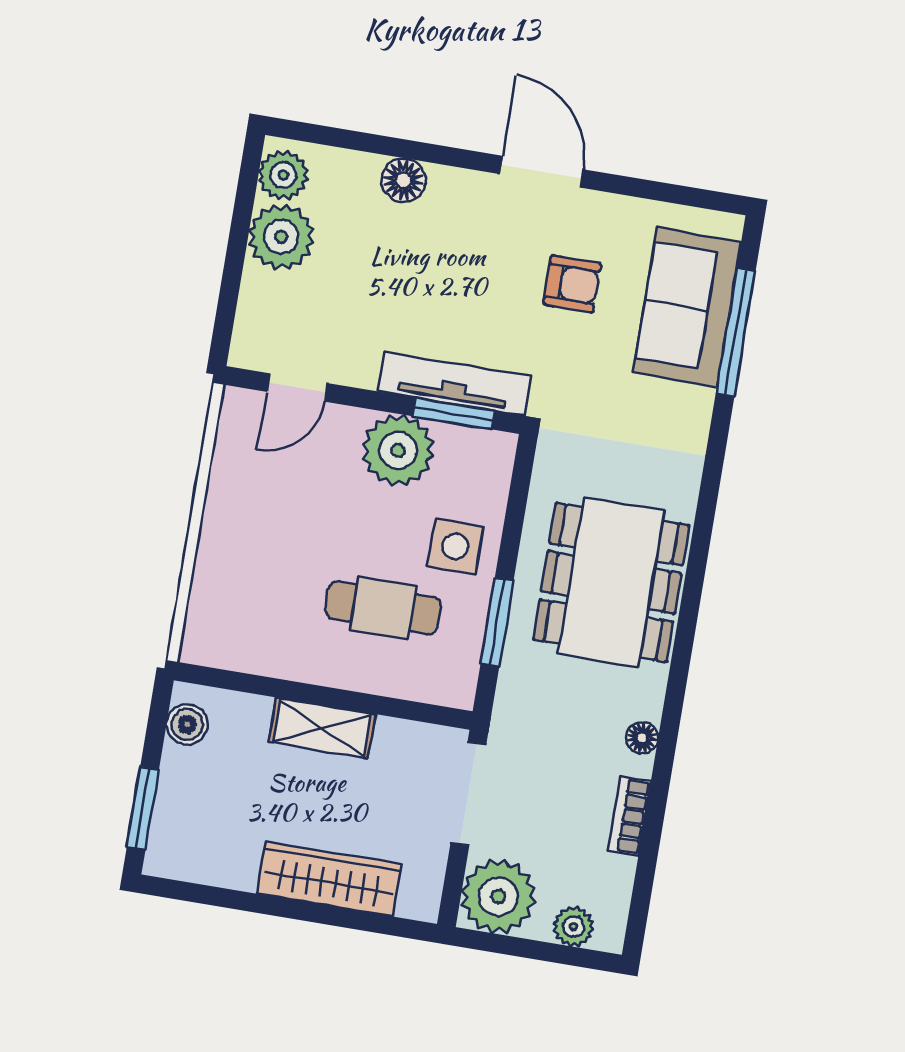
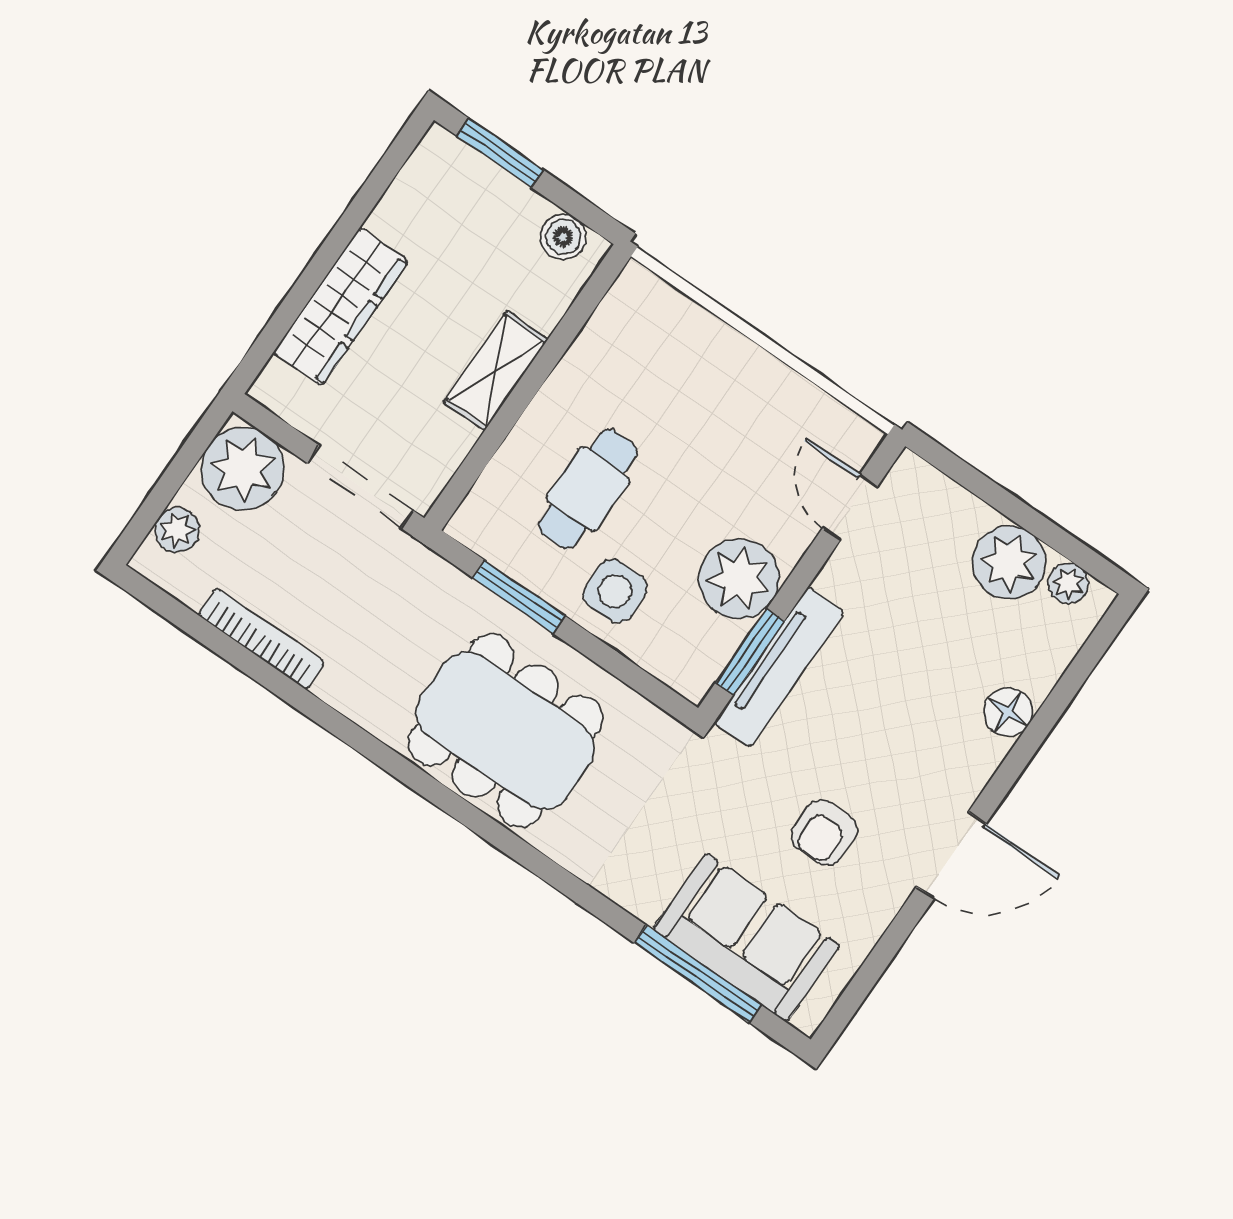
plant: (283, 175) -> (1068, 583), width x0.73, depth x0.73
floor lamp: (642, 738) -> (335, 688), removed
bookcase: (630, 816) -> (262, 639), width x1.56

